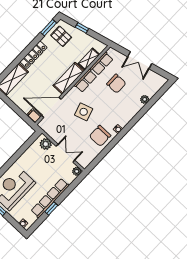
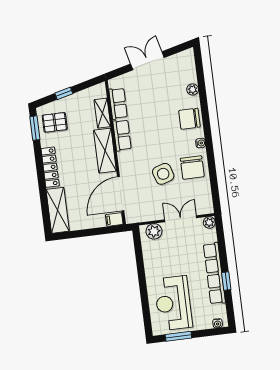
double door: (140, 60) -> (147, 61), swing flipped
chair: (116, 84) -> (189, 119), moved, turned 180
side table: (84, 112) -> (163, 174), moved

